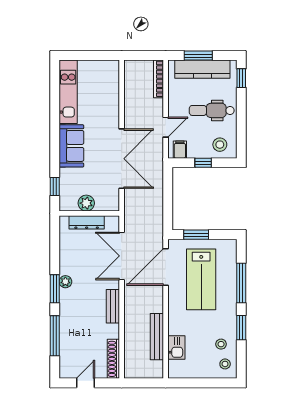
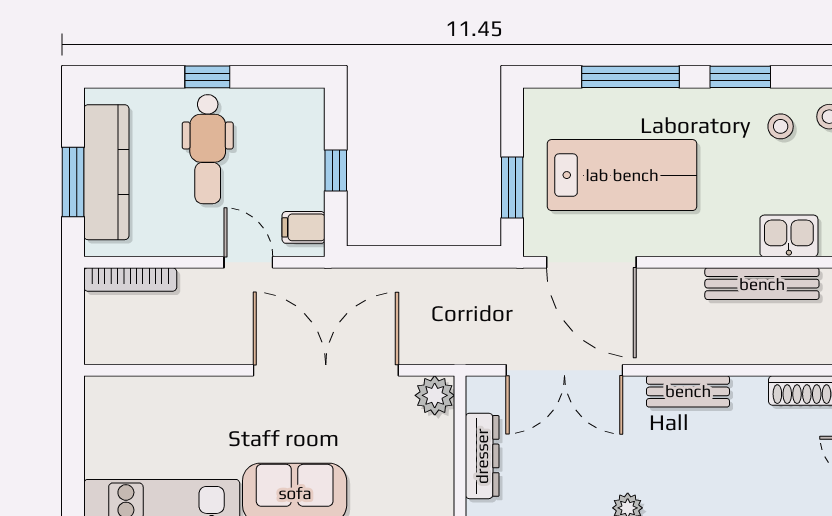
window: (241, 78) -> (207, 77), moved
stool: (220, 145) -> (291, 129), removed
plant: (86, 203) -> (435, 395), moved

